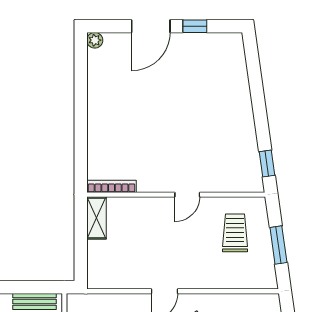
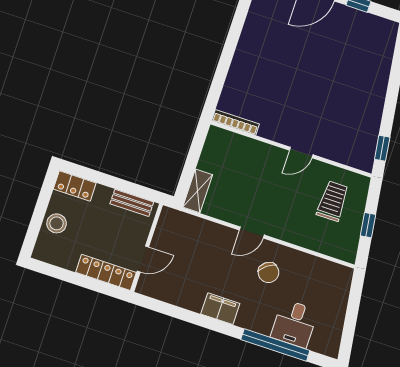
shelving: (96, 218) -> (198, 191), moved
window: (278, 245) -> (368, 225), width x0.67

